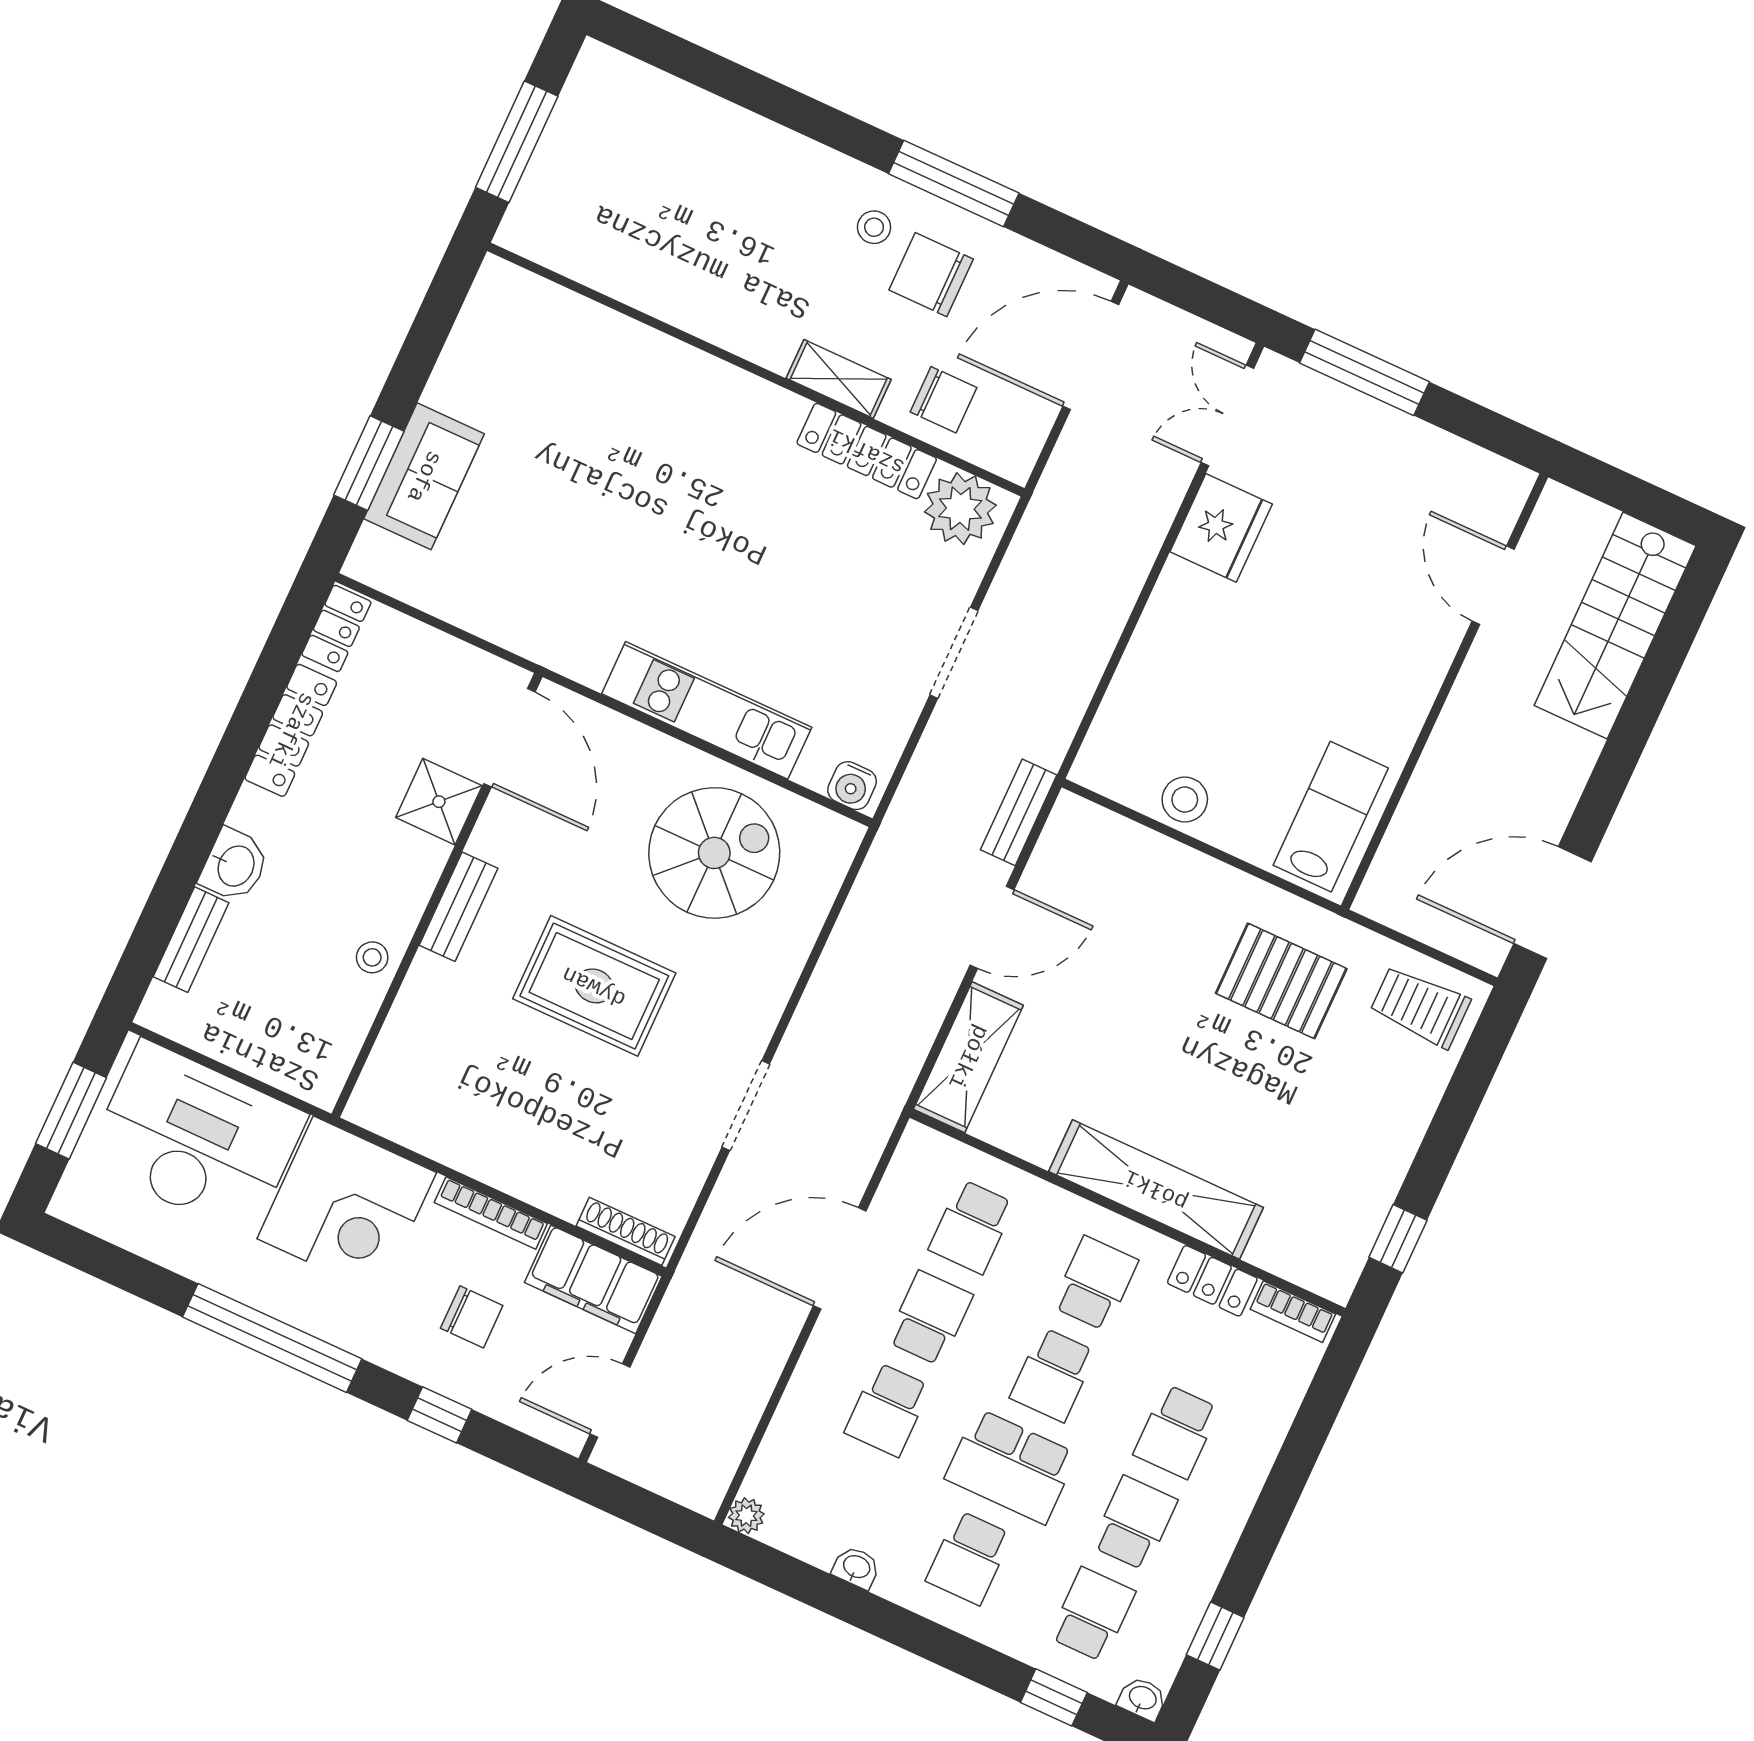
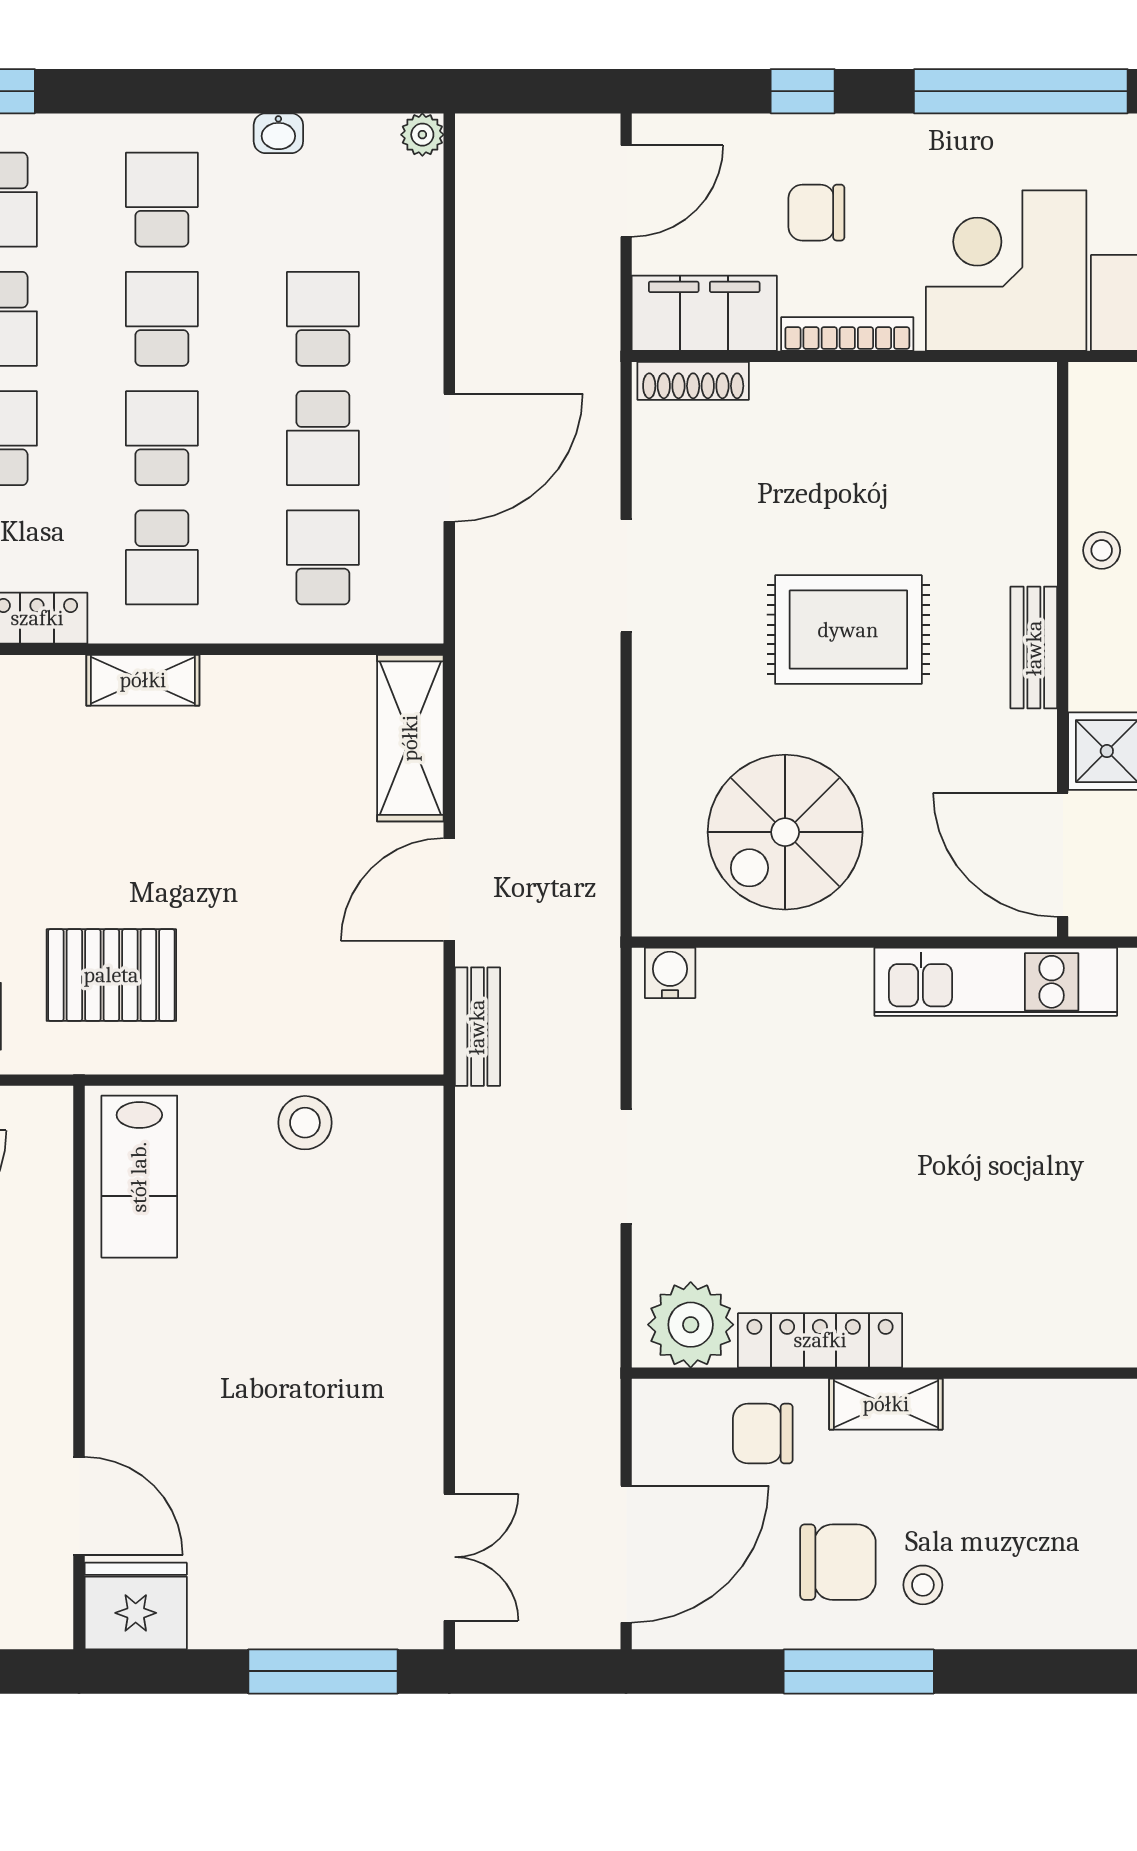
fridge: (1221, 528) -> (136, 1606), moved, turned 90
kitchen unit: (707, 710) -> (996, 982), moved
shelving: (1156, 1189) -> (143, 680), width x0.45, depth x0.75
school desk: (1011, 1466) -> (162, 319), width x0.54

